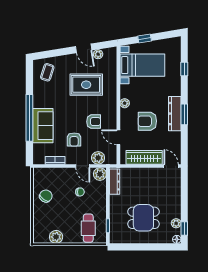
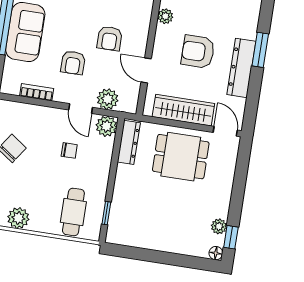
dresser: (175, 114) -> (241, 68), moved
armchair: (94, 122) -> (110, 38), turned 90
dining table: (143, 218) -> (181, 157), moved

